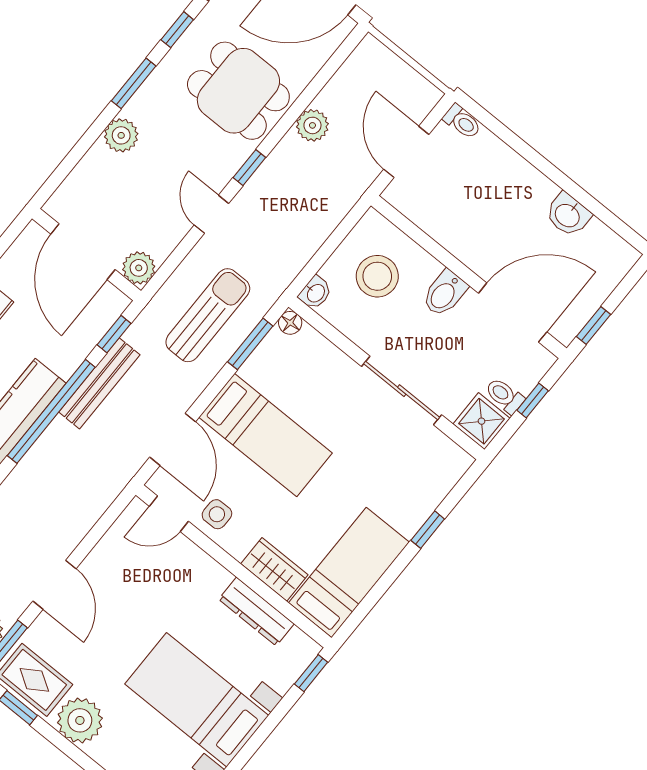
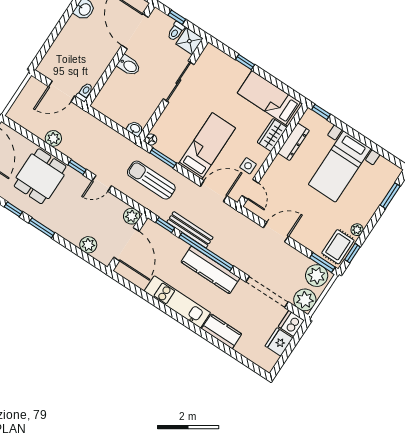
toilet: (462, 122) -> (85, 92), moved
plant: (121, 135) -> (88, 245), moved
door: (83, 252) -> (126, 244), hinge flipped
stool: (377, 276) -> (124, 99), removed
door: (54, 585) -> (276, 232), moved
plant: (80, 720) -> (357, 230), width x0.53, depth x0.53

